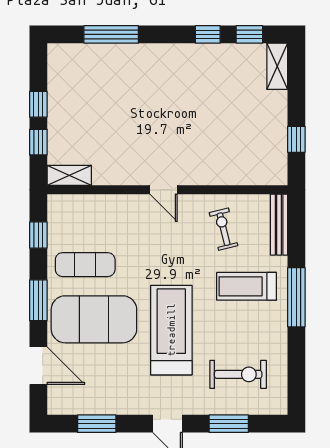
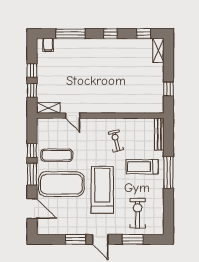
window: (208, 34) -> (111, 33), moved
filing cabinet: (69, 56) -> (48, 45), added
door: (164, 190) -> (73, 116), moved
exercise bike: (224, 229) -> (116, 141), moved
window: (38, 235) -> (32, 150), moved
exercise bike: (238, 374) -> (138, 213), turned -90
window: (97, 424) -> (76, 239), moved

